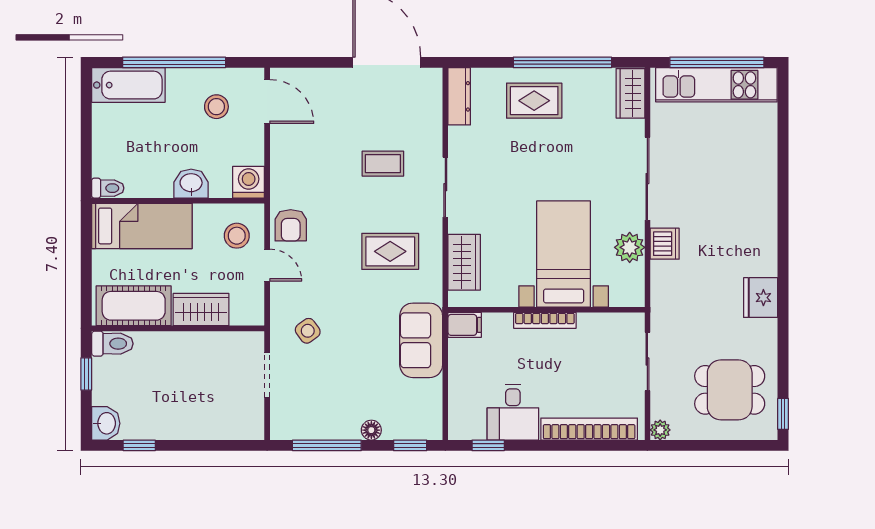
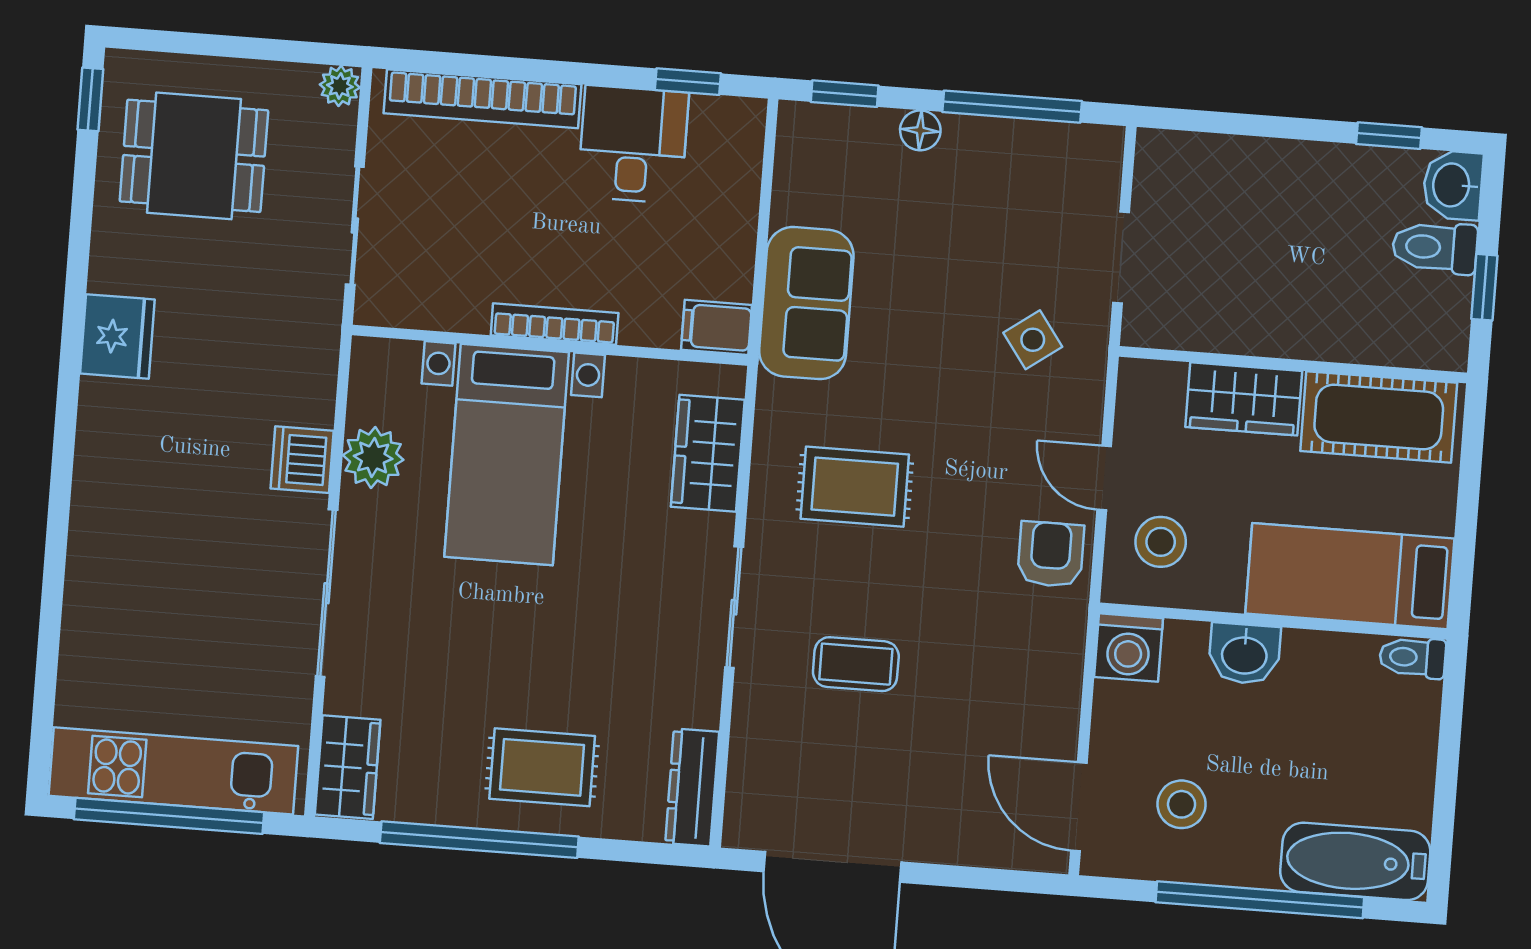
toilet: (112, 344) -> (1435, 247), moved

